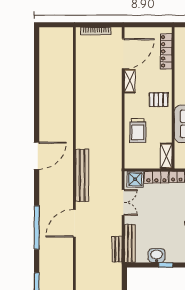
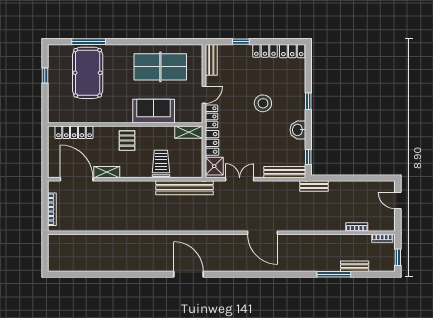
trolley: (138, 131) -> (161, 163), turned -90
bench: (82, 175) -> (184, 188), moved
window: (37, 227) -> (267, 274), removed
bench: (117, 249) -> (314, 186), moved
washbasin: (157, 256) -> (298, 130), moved
window: (166, 265) -> (308, 157), moved

